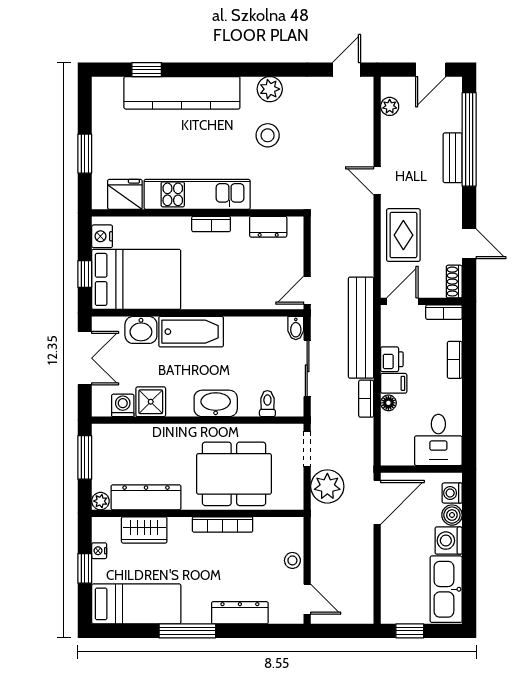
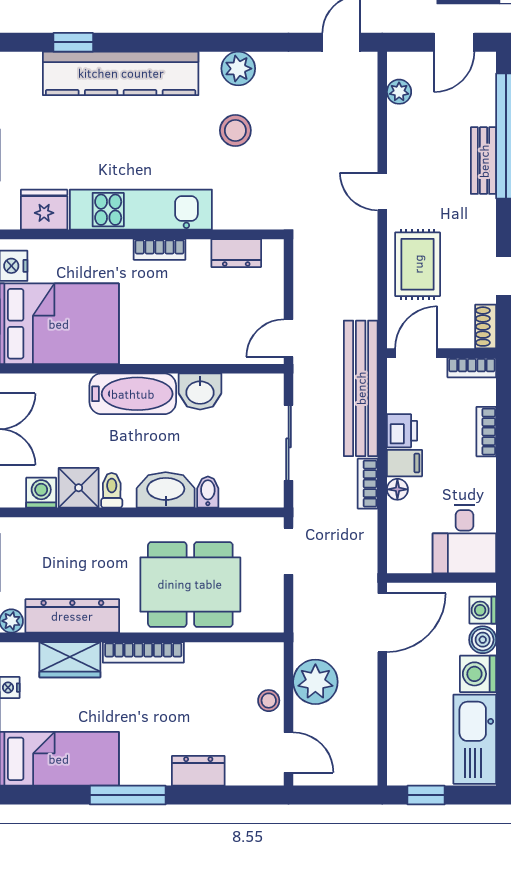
bidet: (296, 328) -> (208, 492), moved, turned 180
washbasin: (141, 330) -> (200, 391), moved
toilet: (267, 404) -> (112, 490), moved
plant: (327, 486) -> (315, 682), moved
bookcase: (223, 524) -> (143, 652), moved
dresser: (240, 613) -> (198, 771), width x0.70

